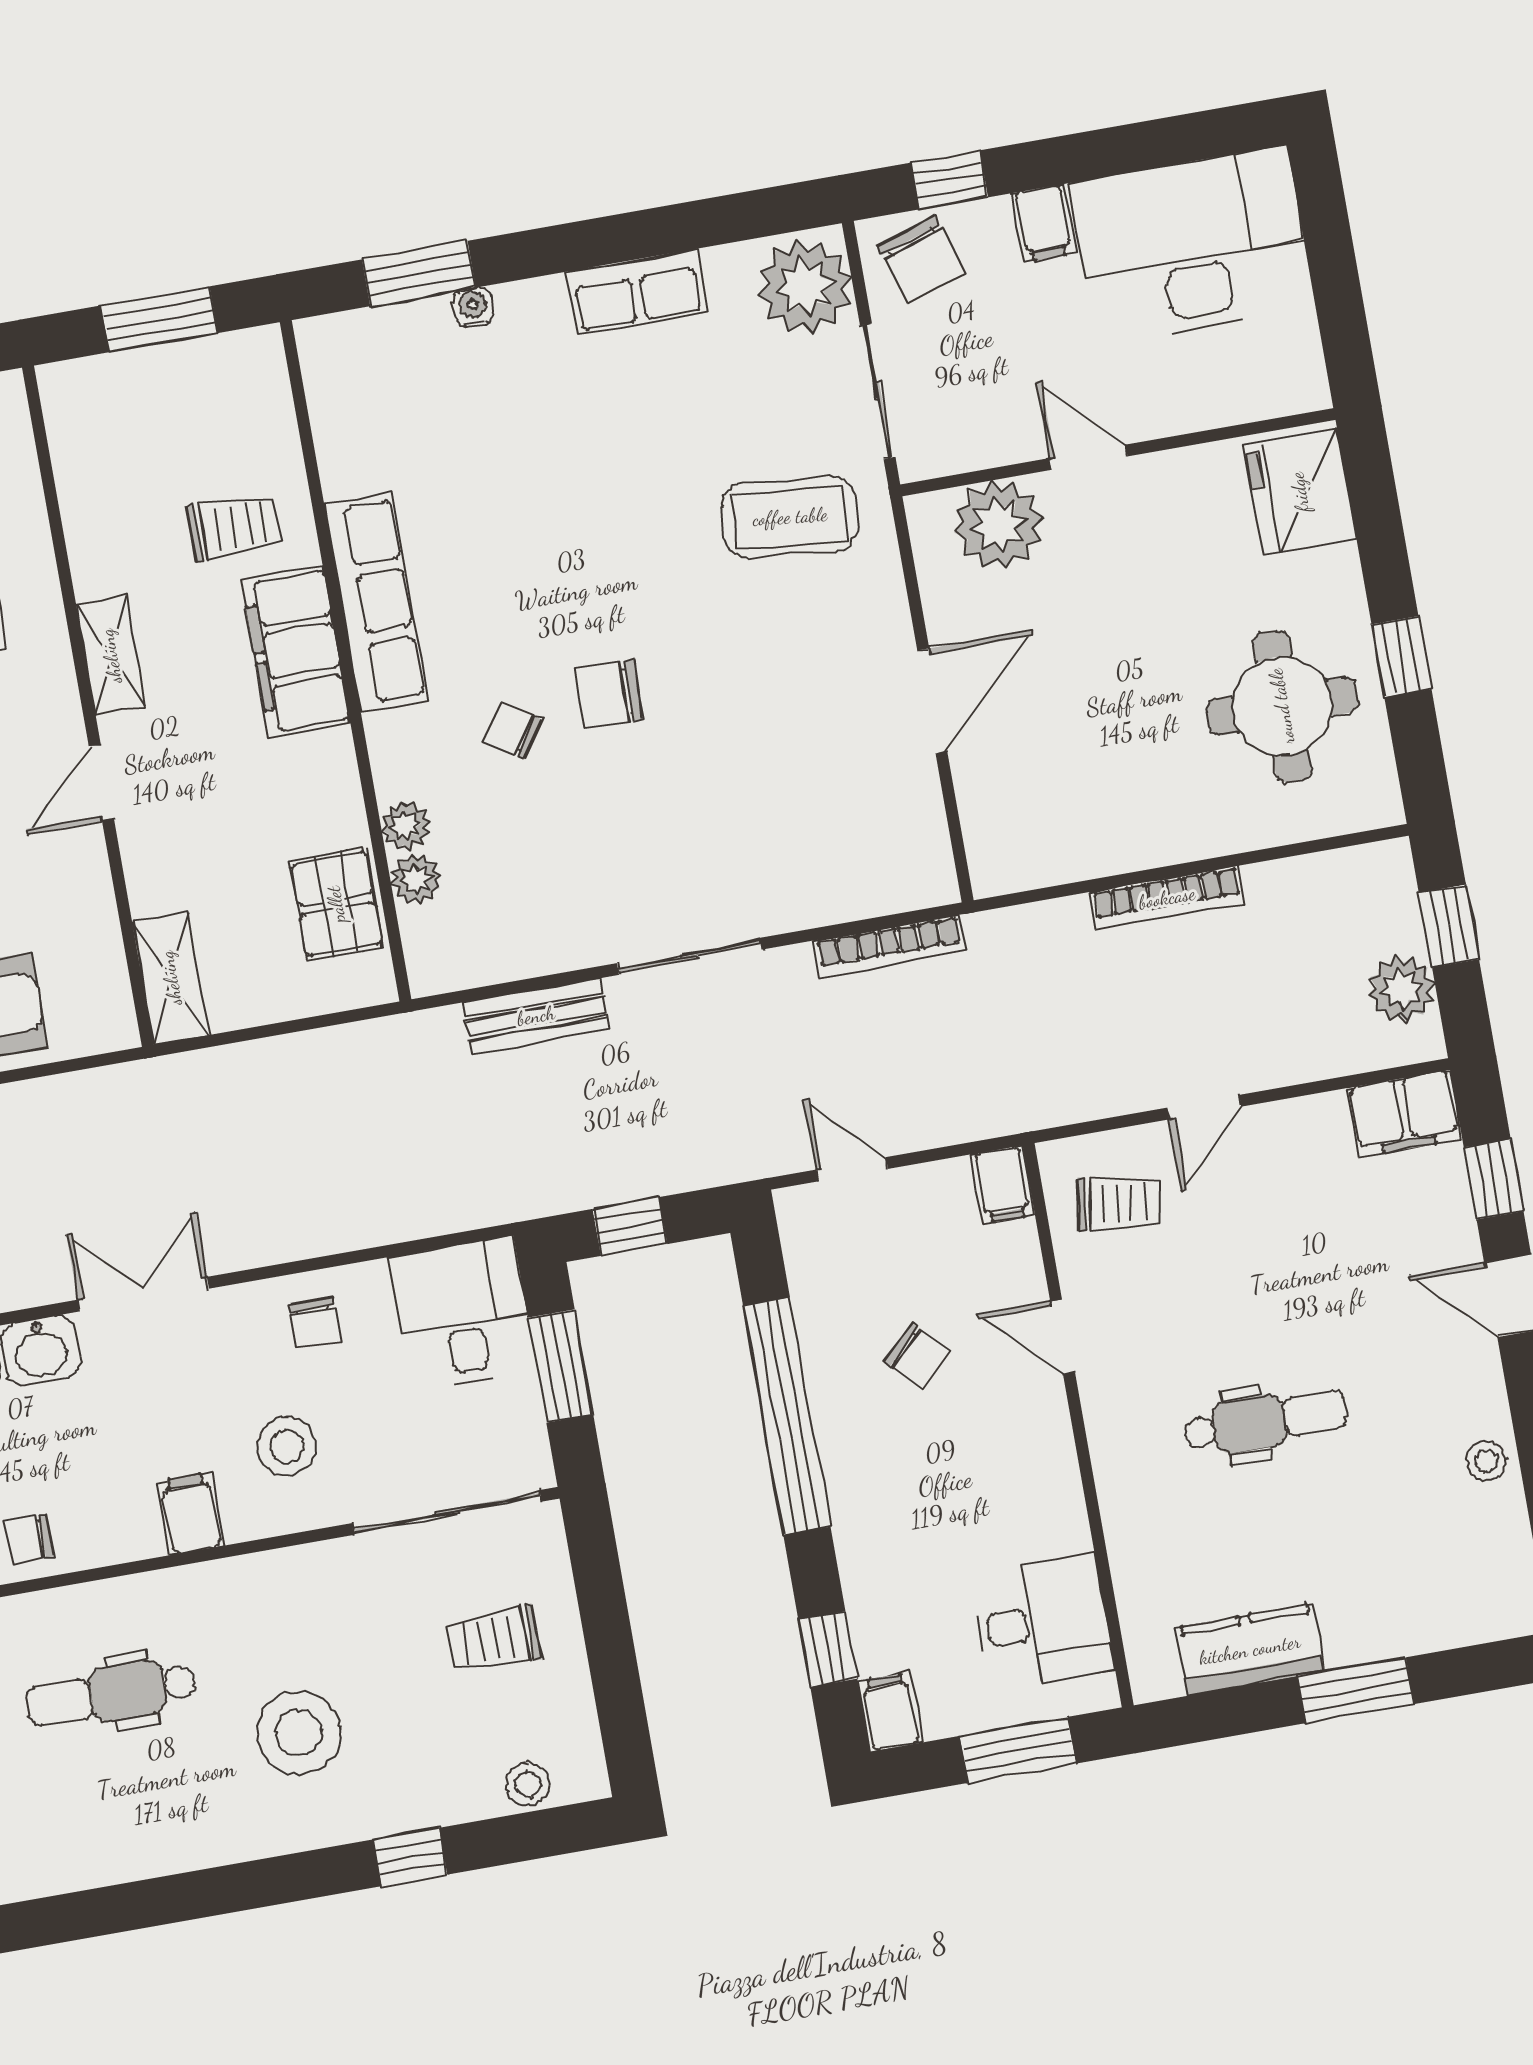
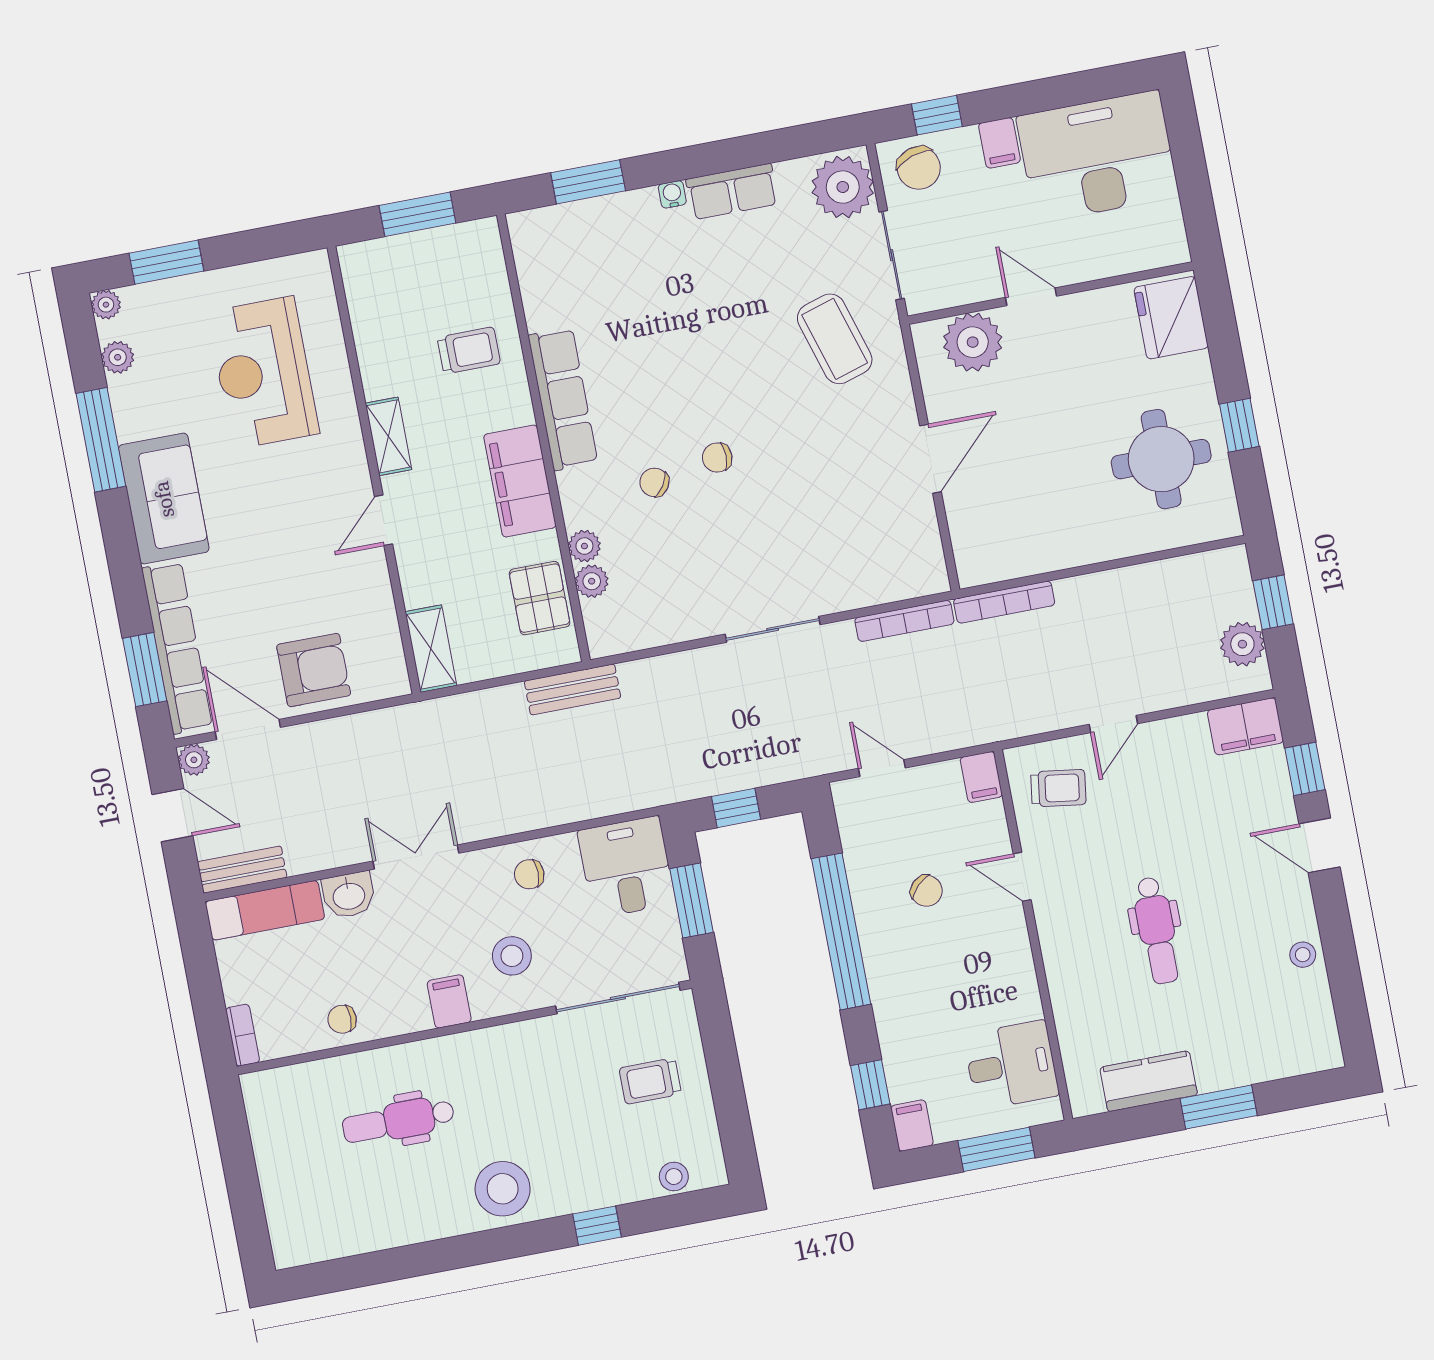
water cooler: (473, 307) -> (672, 194), moved
coffee table: (790, 517) -> (835, 339), turned 67
filing cabinet: (296, 652) -> (520, 481), moved
chair: (609, 695) -> (717, 458), width x0.73, depth x0.73
bookcase: (1167, 898) -> (1004, 602), moved
bench: (536, 1016) -> (573, 689), moved
chair: (315, 1323) -> (529, 874), turned 90
dental chair: (1265, 1421) -> (1157, 930), turned 90
stool: (299, 1733) -> (503, 1189), moved

